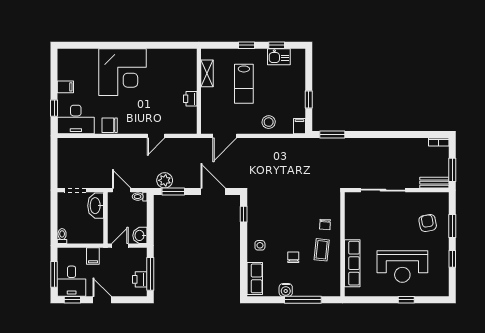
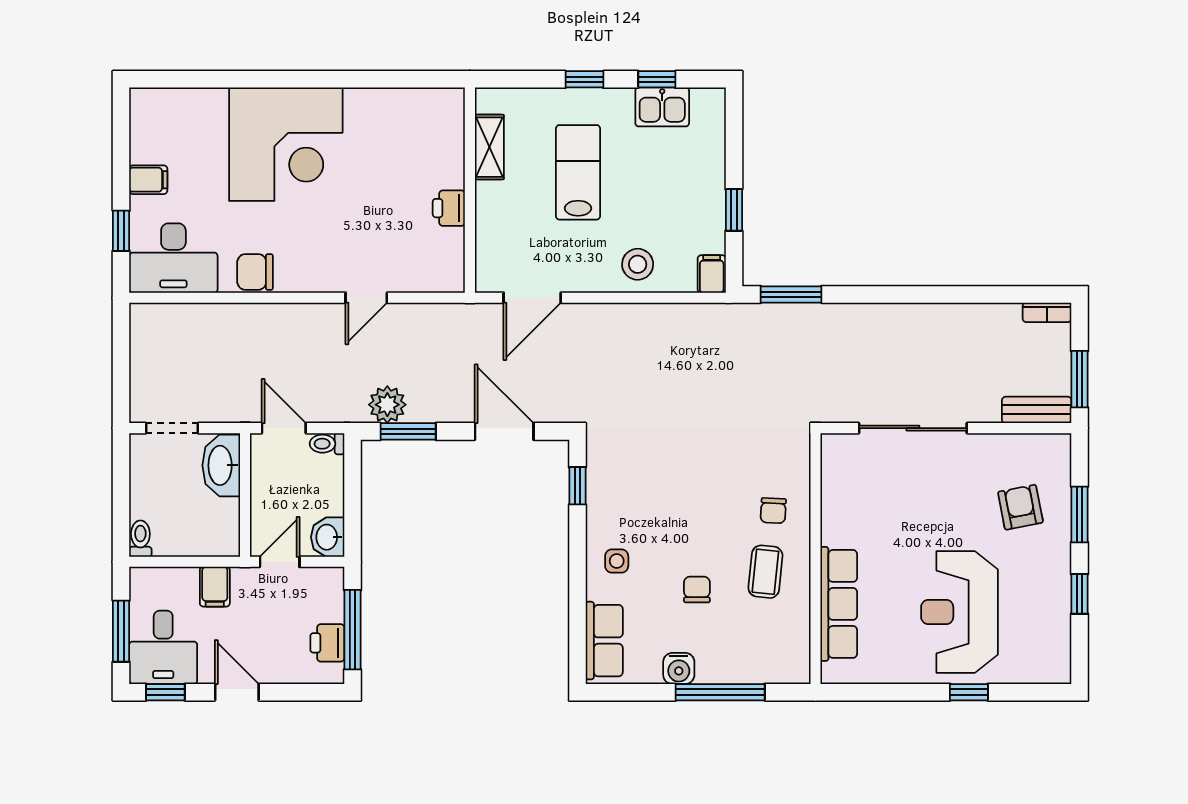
lab bench: (244, 84) -> (578, 172), turned 180
reception desk: (402, 267) -> (959, 612), turned 90

